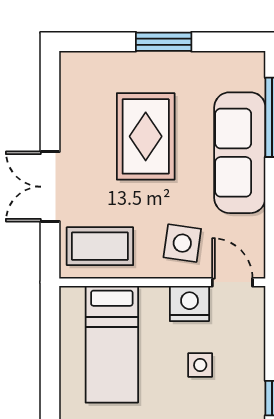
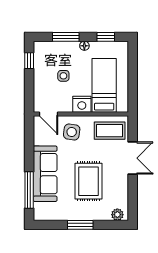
plant: (83, 64) -> (117, 215), added
nightstand: (189, 304) -> (82, 104), moved

